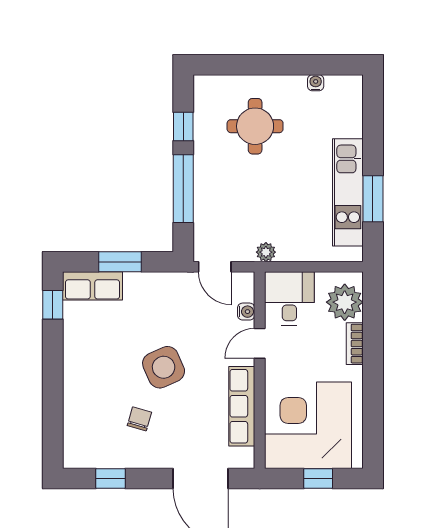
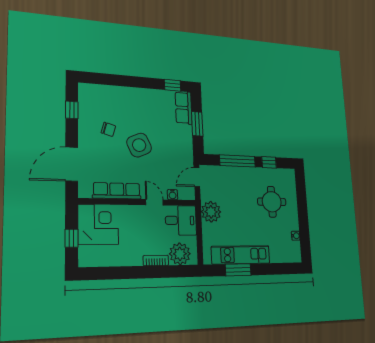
plant: (266, 252) -> (211, 212), width x1.88, depth x1.88
corner desk: (308, 425) -> (98, 224), width x0.74, depth x0.74

